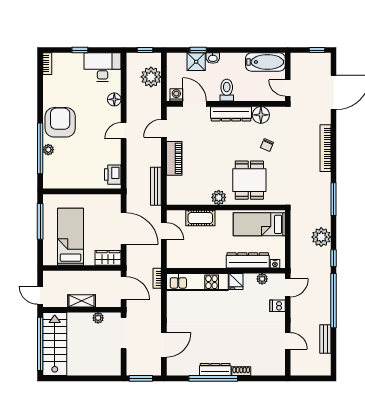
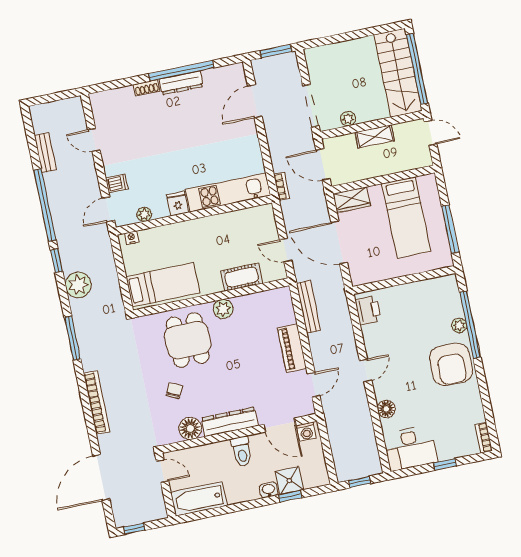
plant: (151, 77) -> (344, 448), removed
dresser: (248, 260) -> (168, 235), removed

